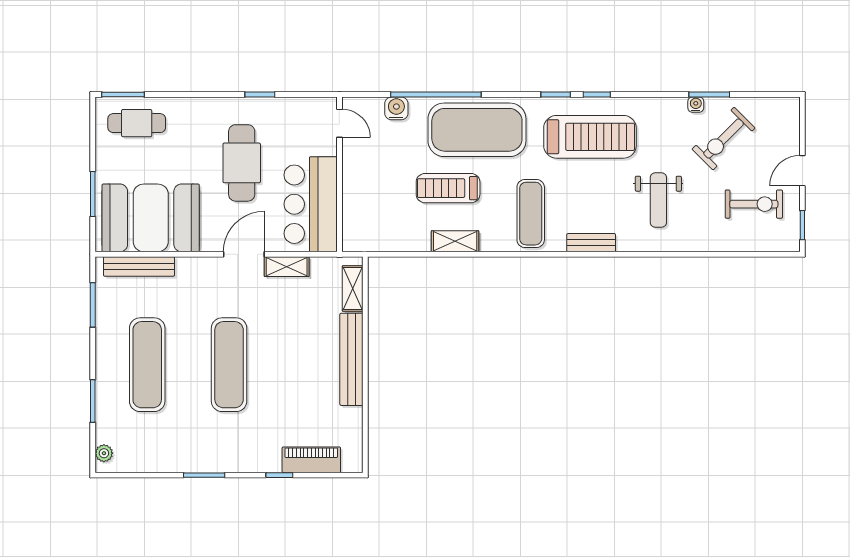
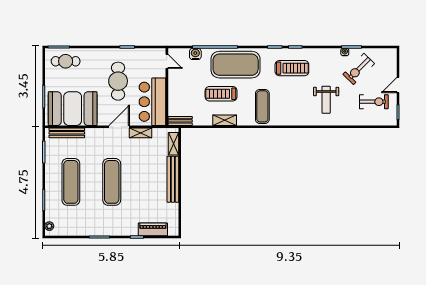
treadmill: (590, 137) -> (292, 68), width x0.73, depth x0.73
bench: (591, 243) -> (180, 121), moved

